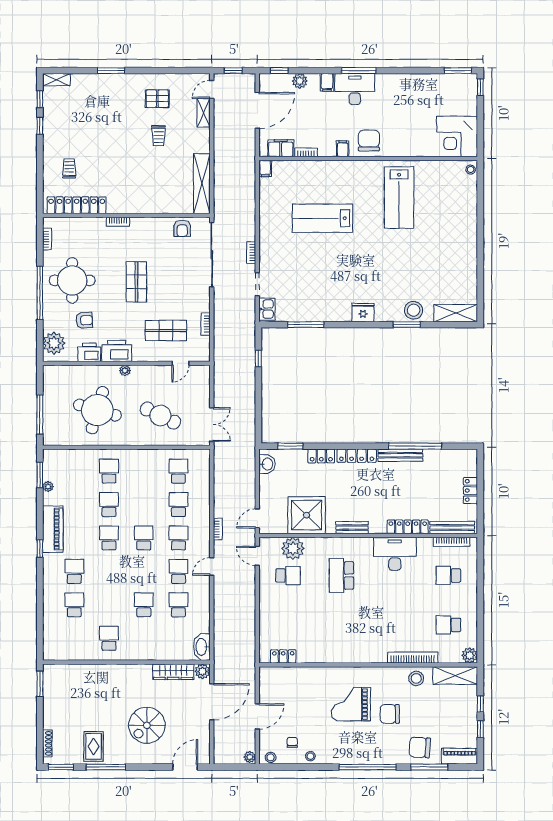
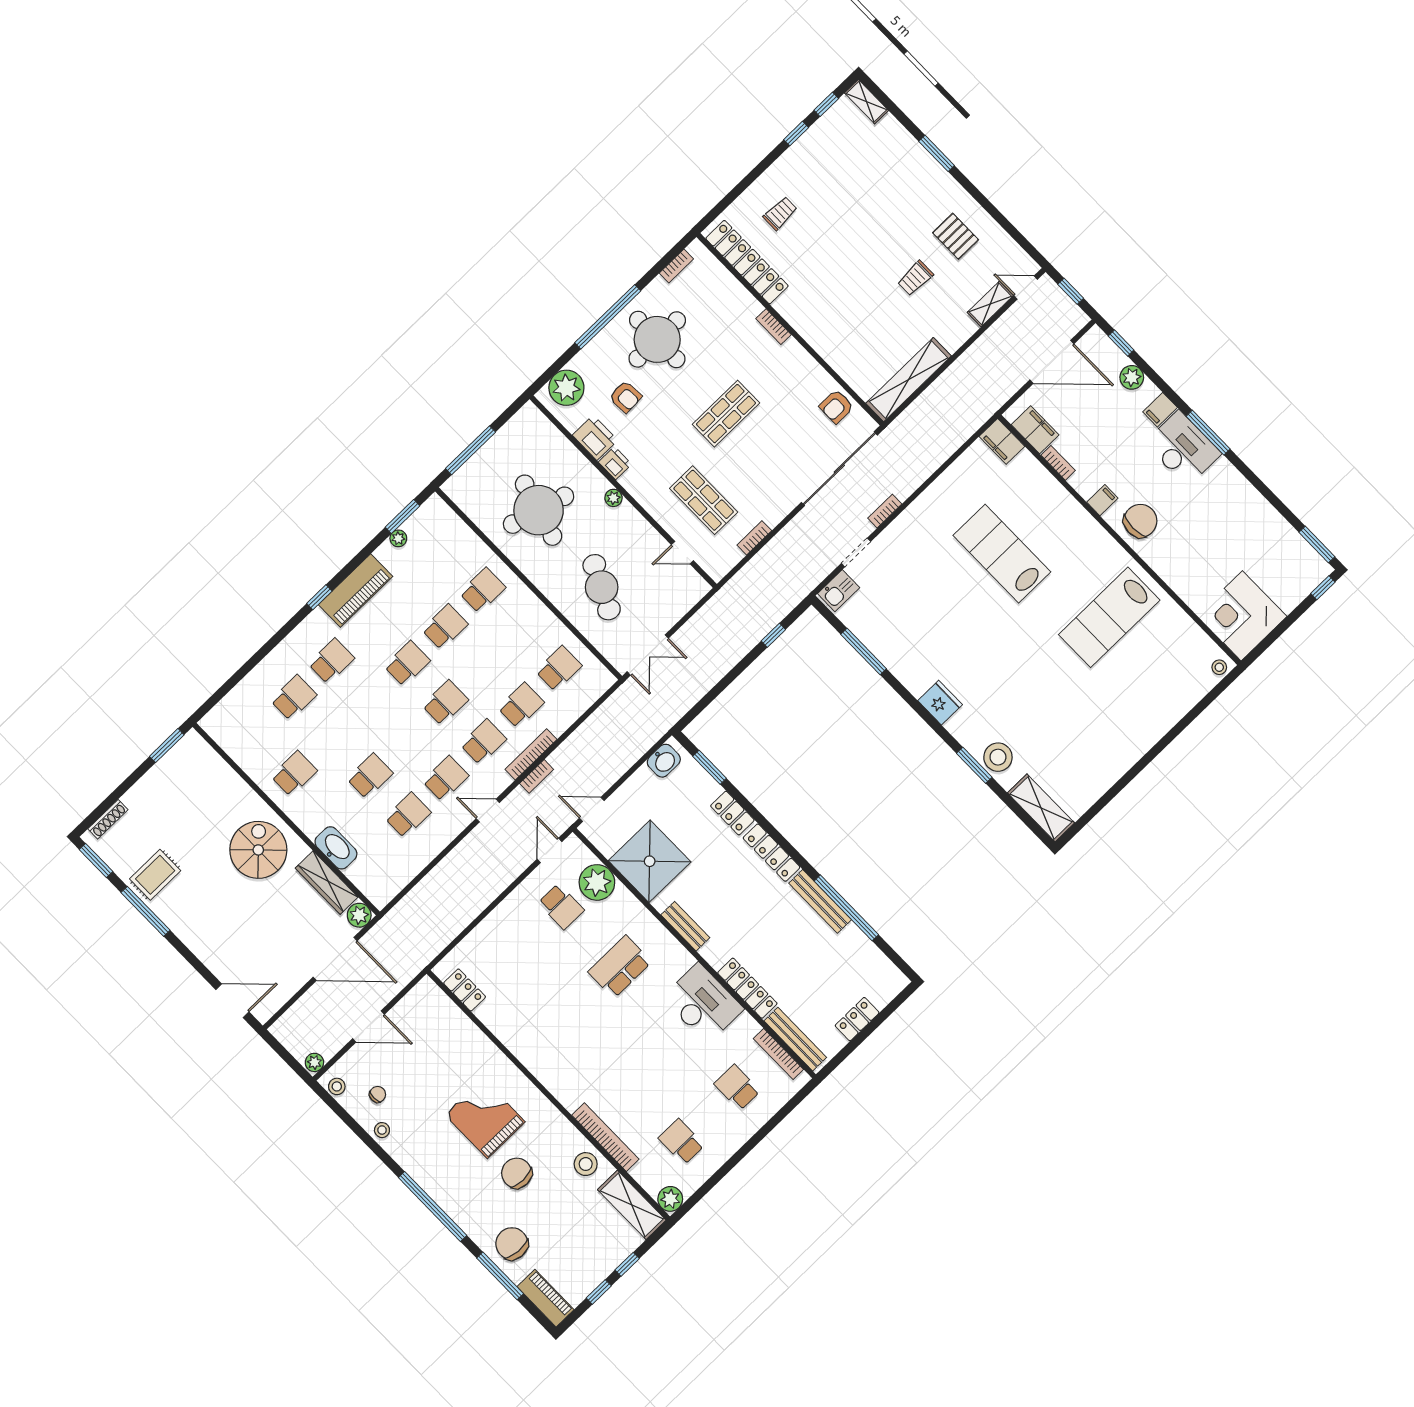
filing cabinet: (265, 168) -> (1002, 441), width x2.00
printer: (117, 351) -> (615, 463), width x0.53, depth x0.68
bookcase: (205, 522) -> (531, 754), added
washbasin: (202, 647) -> (336, 848), moved, turned 90
spiral stairs: (147, 725) -> (258, 850), moved, turned 90

